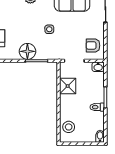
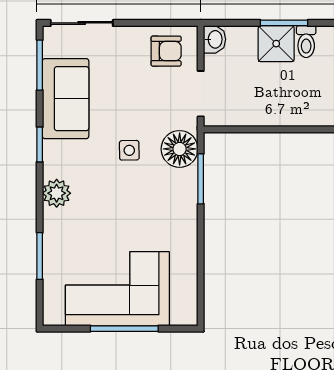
armchair: (93, 45) -> (166, 51), turned -90
floor lamp: (27, 51) -> (180, 149), moved
shower: (68, 86) -> (276, 44), moved

